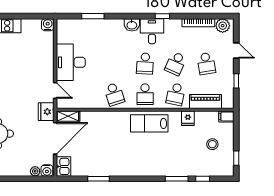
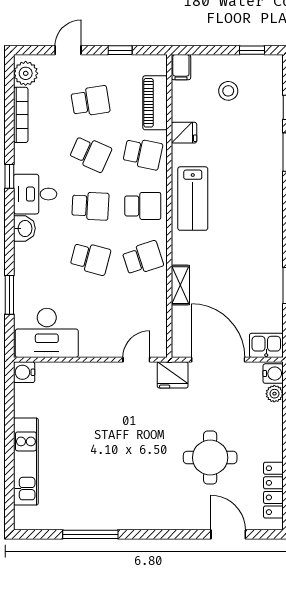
desk: (71, 62) -> (47, 333), moved
school desk: (114, 64) -> (90, 258), added
shelving: (68, 116) -> (180, 285), moved

